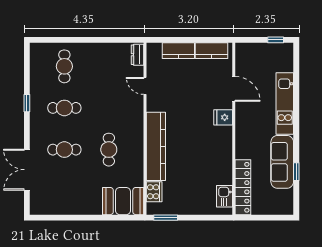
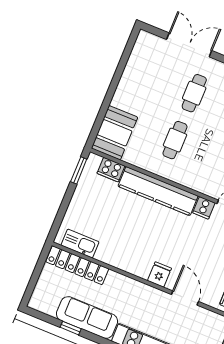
door: (234, 89) -> (185, 298), swing flipped
cooker: (154, 104) -> (204, 208), added
cafe table: (109, 150) -> (175, 140), turned 90
kitchen sink: (224, 196) -> (80, 244), width x1.38

